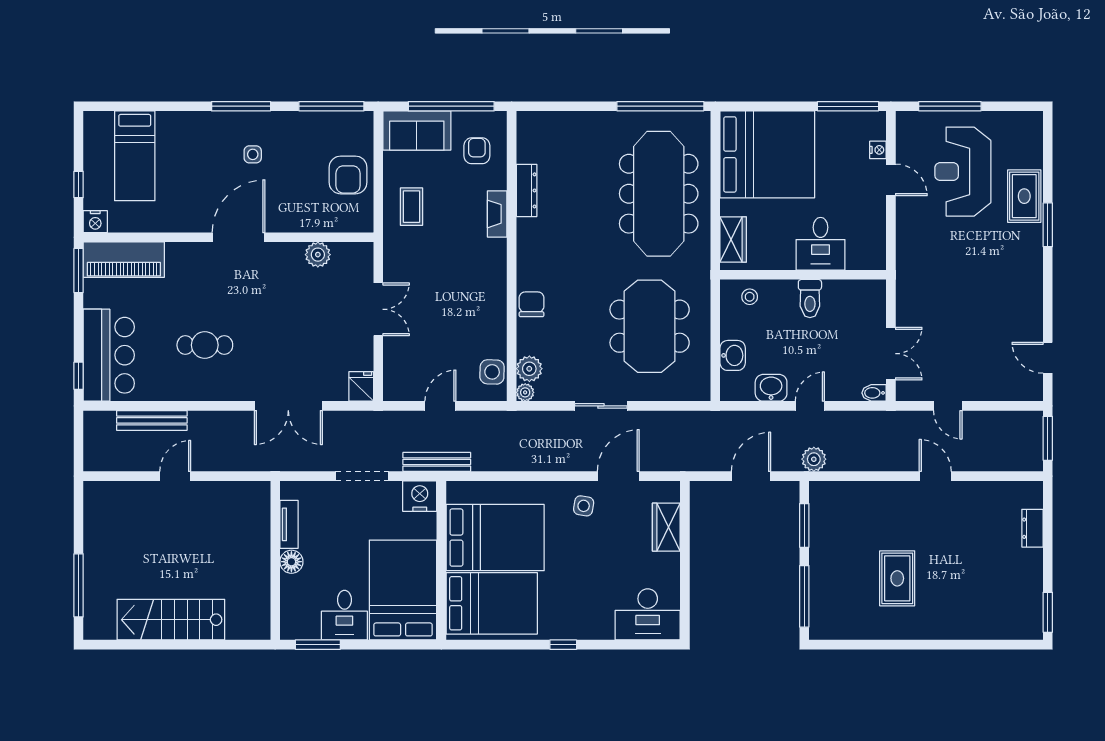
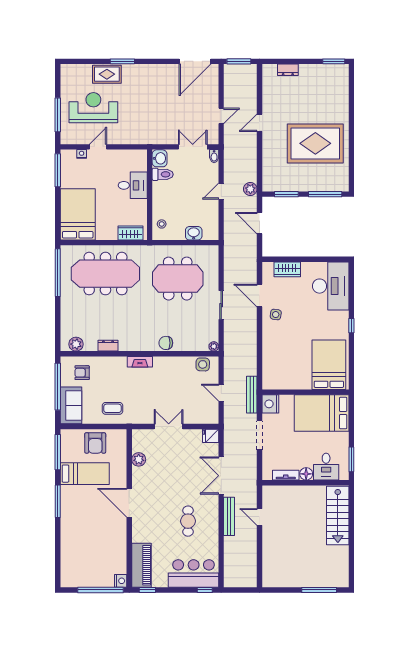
side table: (253, 154) -> (84, 495), removed
bed: (767, 154) -> (78, 214), width x0.73
bed: (135, 156) -> (85, 474), moved
reception desk: (963, 172) -> (93, 108), turned 180
armchair: (348, 175) -> (95, 443), turned 90
window: (79, 184) -> (100, 590), width x3.17
dresser: (527, 190) -> (108, 346), width x0.70
fireplace: (497, 214) -> (140, 362), moved
window: (79, 271) -> (147, 590), width x0.67
toilet: (810, 299) -> (163, 174), moved
door: (1048, 358) -> (195, 61), width x1.87
plant: (529, 369) -> (76, 344), moved
washbasin: (771, 388) -> (160, 158), moved, turned 180
double door: (288, 406) -> (221, 476), swing flipped
door: (810, 406) -> (221, 191), hinge flipped
bench: (152, 420) -> (229, 516), moved
door: (175, 476) -> (259, 517), moved
bed: (495, 538) -> (293, 363), removed
rug: (897, 578) -> (315, 143), width x1.86, depth x2.06
desk: (648, 614) -> (331, 286), width x1.36, depth x1.30
desk: (344, 615) -> (326, 467), moved, turned 90
stairs: (171, 620) -> (338, 516), moved

